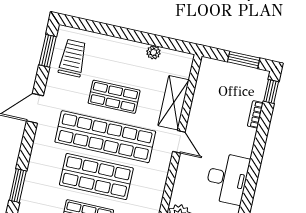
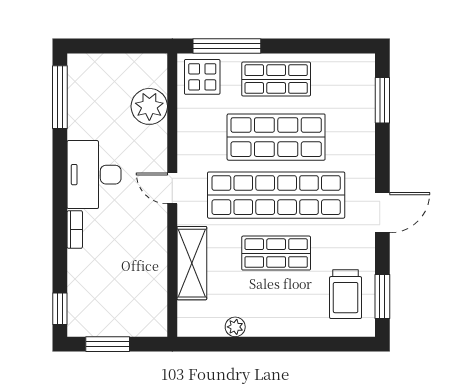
bookcase: (255, 114) -> (75, 229), moved
door: (179, 142) -> (172, 188), moved

